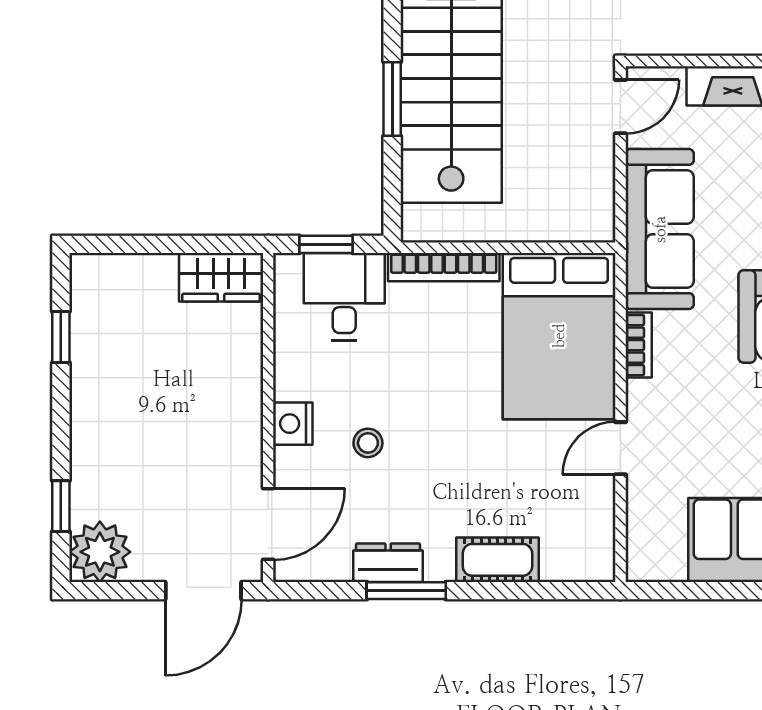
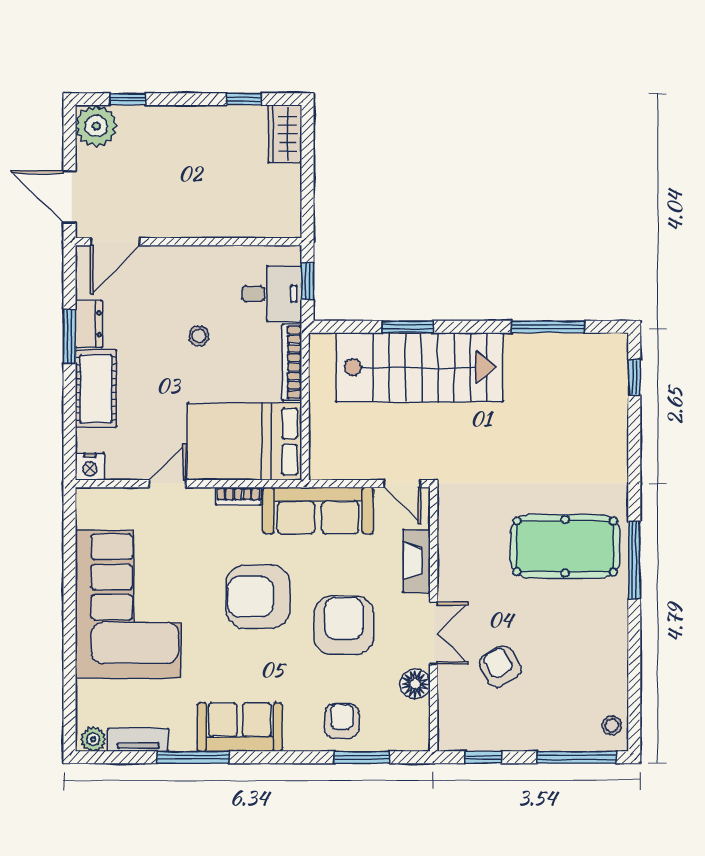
wardrobe: (221, 277) -> (285, 134), moved
nightstand: (293, 424) -> (90, 467), moved, turned 180
stool: (368, 443) -> (199, 336), moved
door: (620, 448) -> (167, 484), hinge flipped
door: (268, 524) -> (115, 242), hinge flipped
cot: (497, 560) -> (96, 389), width x1.37, depth x1.34

